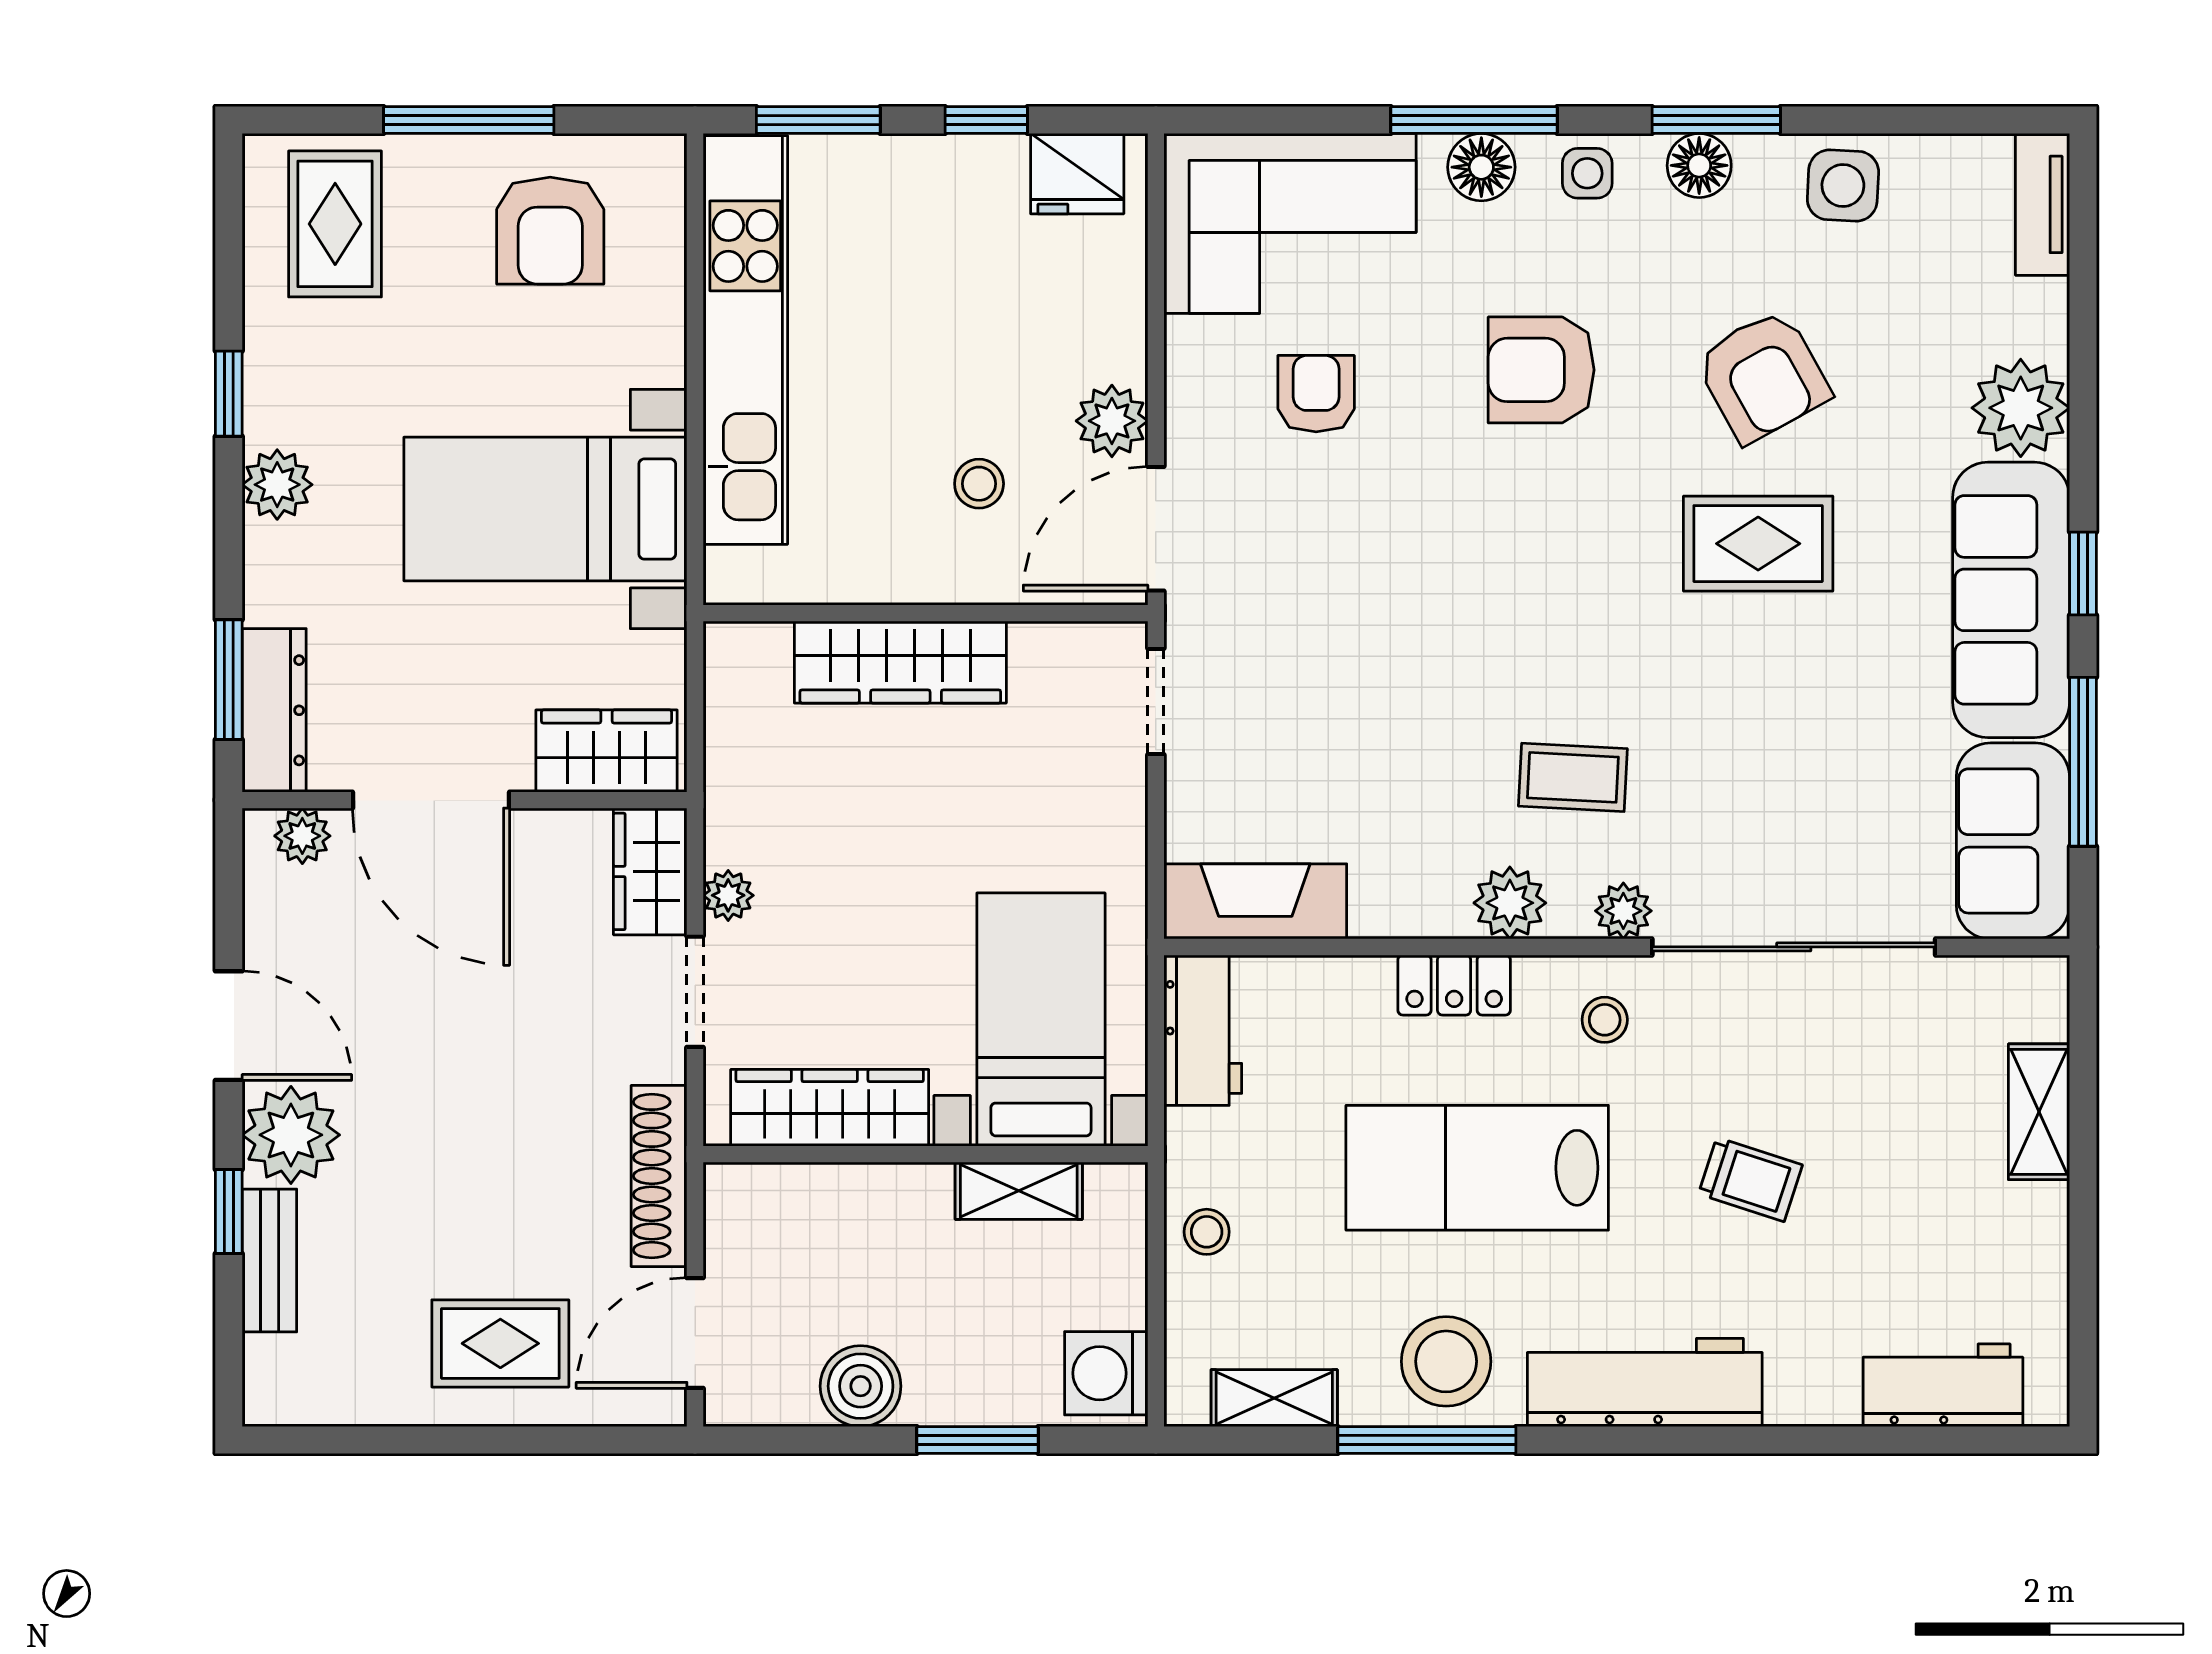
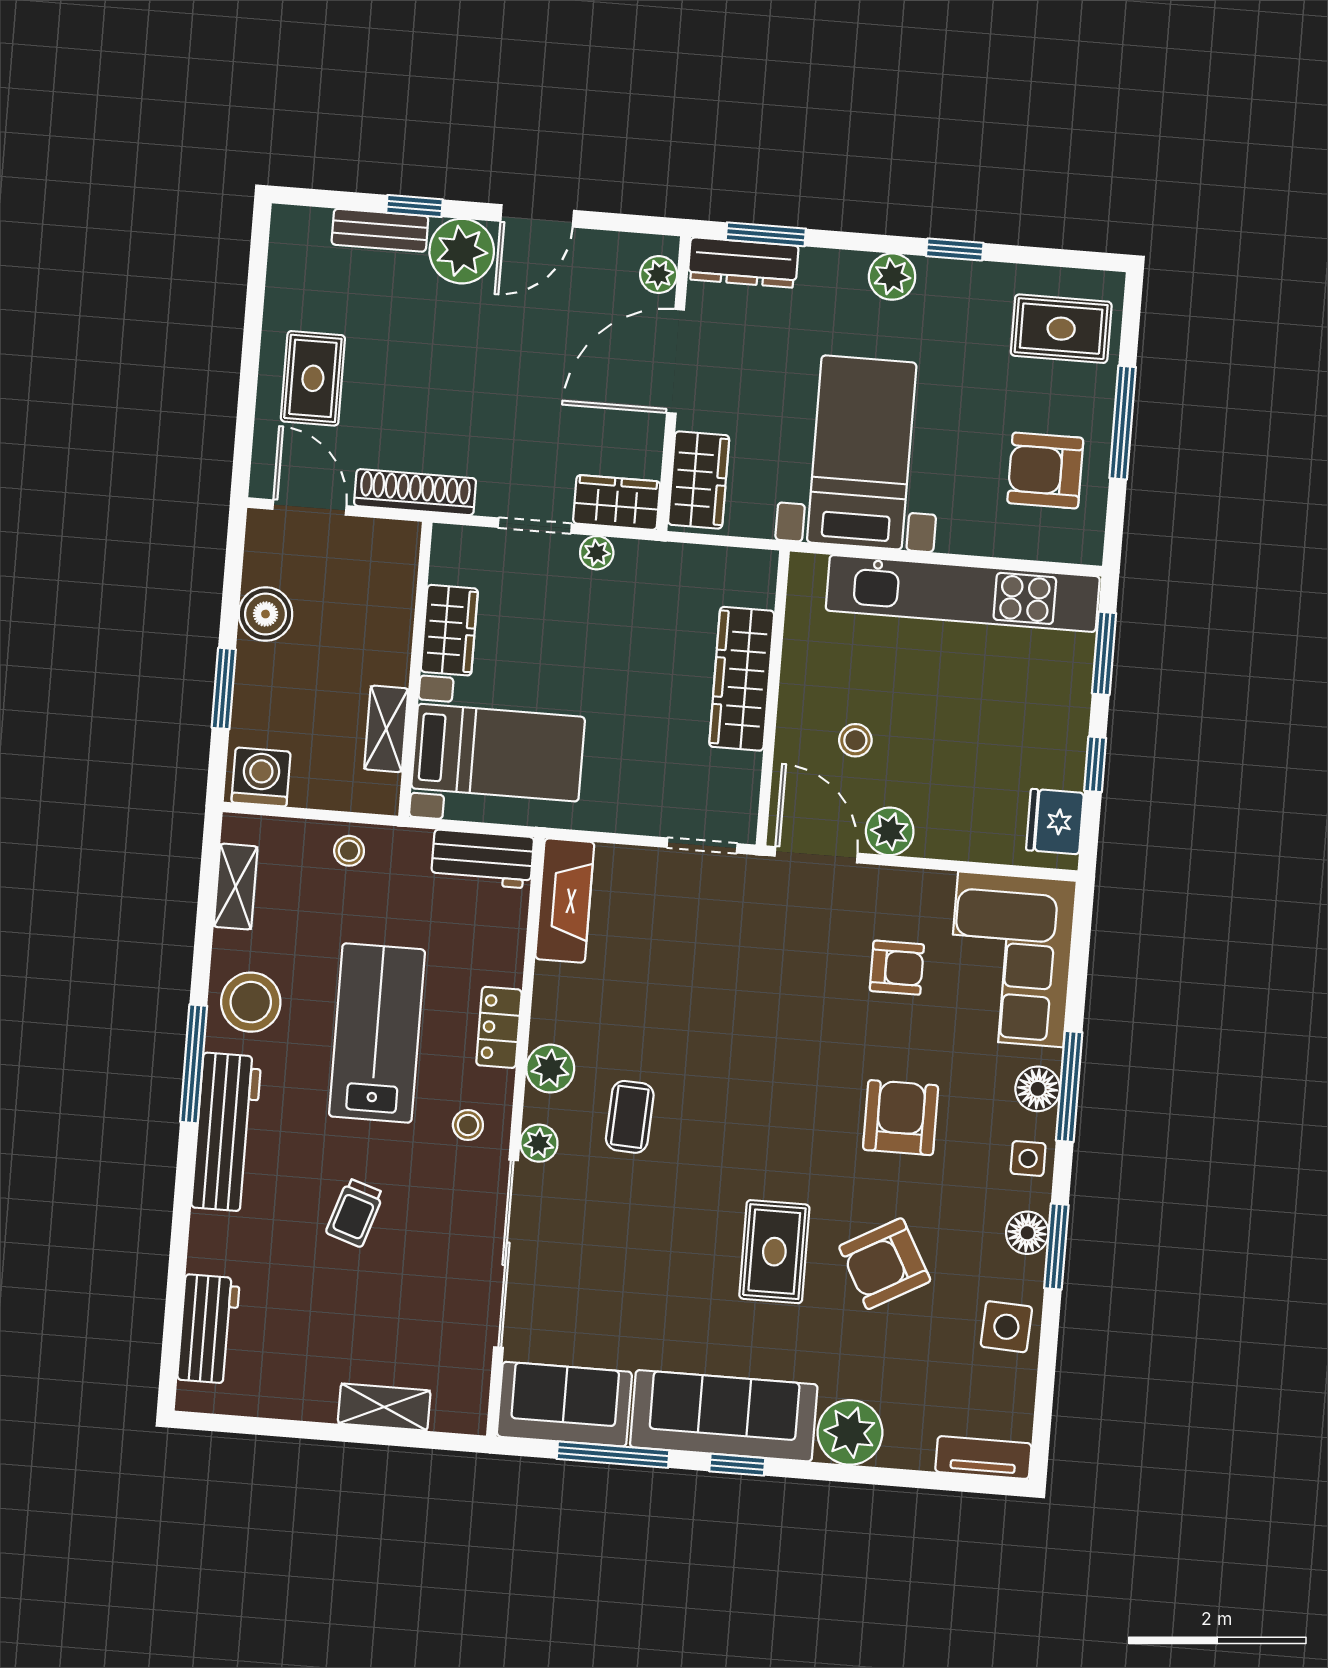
wardrobe: (830, 1108) -> (449, 630), width x0.67
window: (1427, 1440) -> (194, 1064), moved

